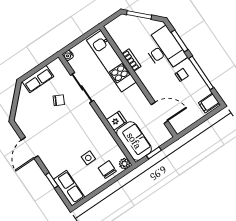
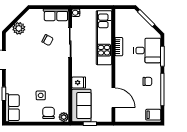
desk: (164, 50) -> (147, 50), width x0.73
row of seats: (38, 79) -> (56, 15), moved
plant: (23, 108) -> (19, 28), added

